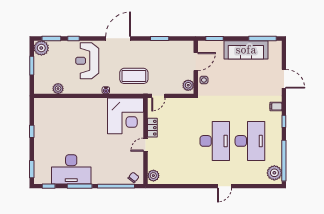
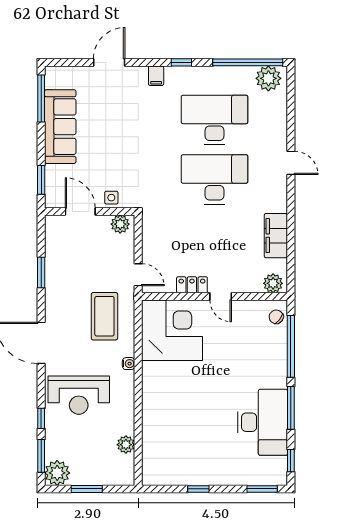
filing cabinet: (182, 177) -> (276, 236), added

